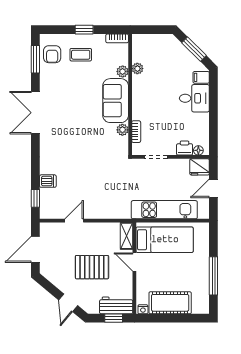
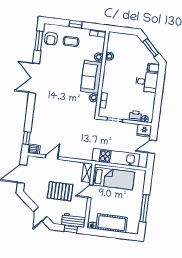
dishwasher: (48, 181) -> (34, 149), moved
door: (134, 262) -> (90, 191), hinge flipped

